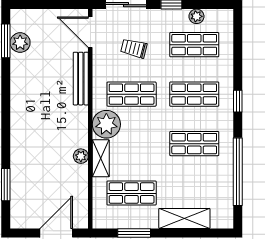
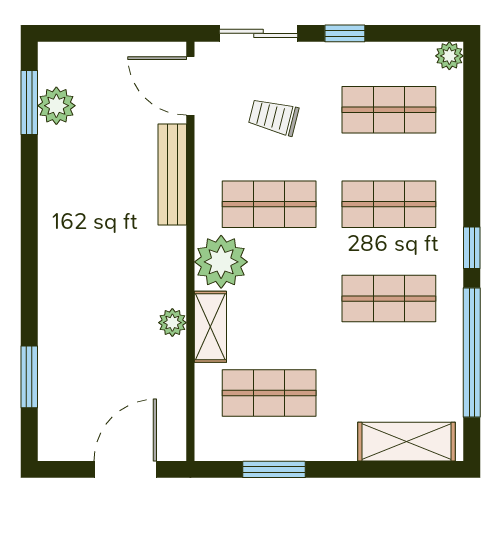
plant: (196, 16) -> (449, 56), moved
window: (238, 101) -> (472, 248), moved
shelving: (184, 218) -> (406, 442), moved

